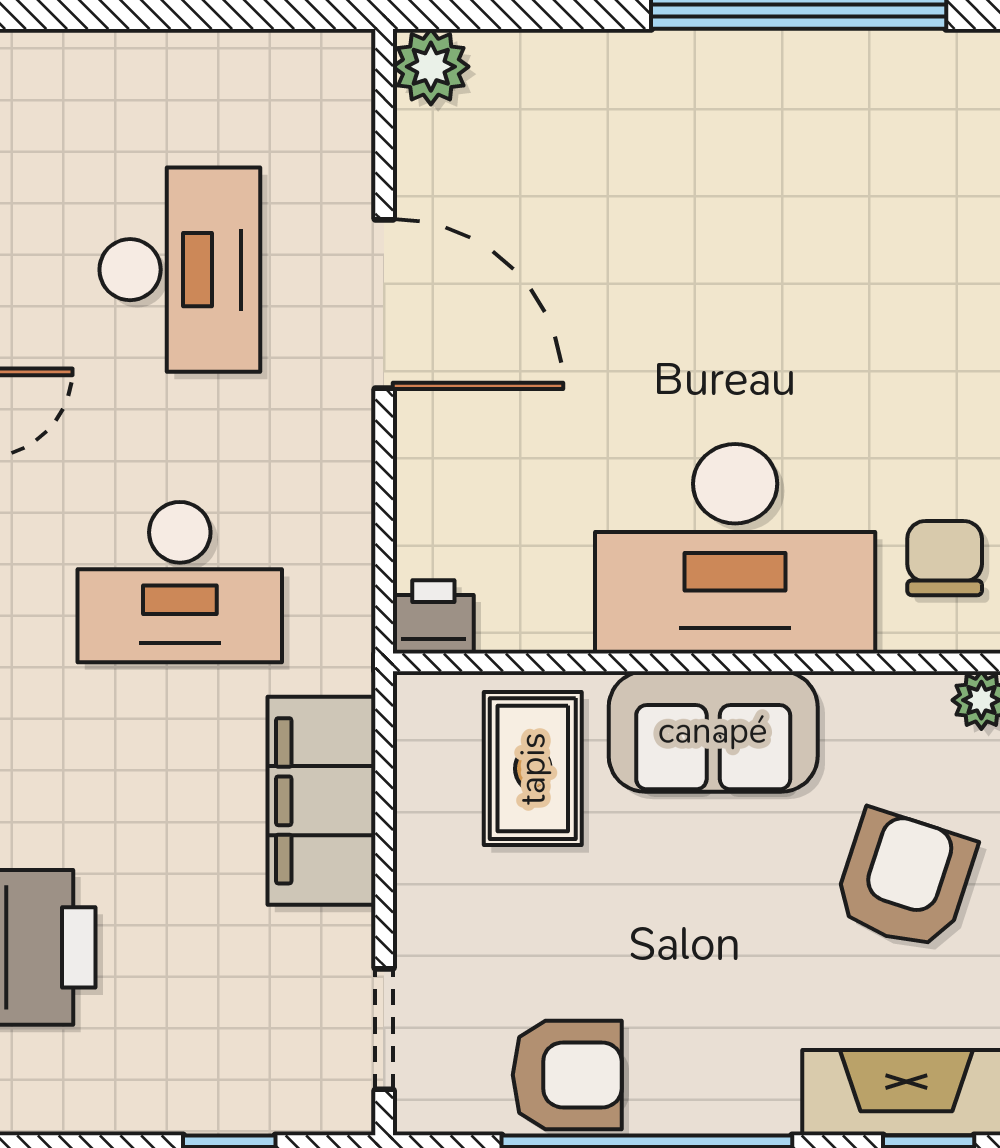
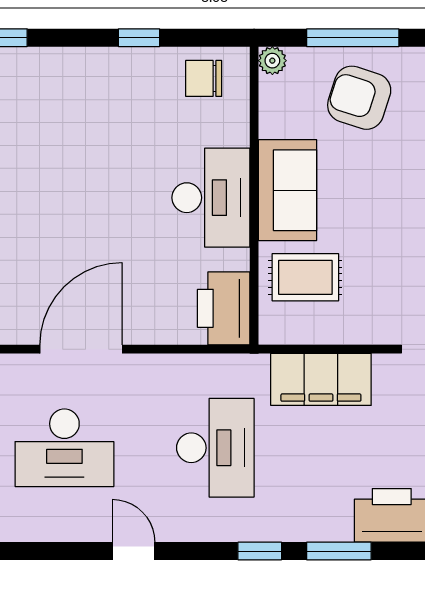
desk: (180, 270) -> (64, 448), turned 180
desk: (735, 549) -> (211, 198), width x0.73, depth x0.77
printer: (433, 617) -> (224, 308), width x1.87, depth x1.48

